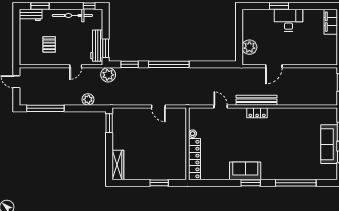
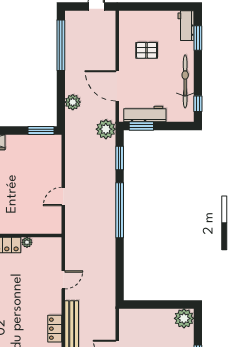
plant: (249, 47) -> (184, 318), moved
door: (76, 66) -> (117, 86), width x1.87

